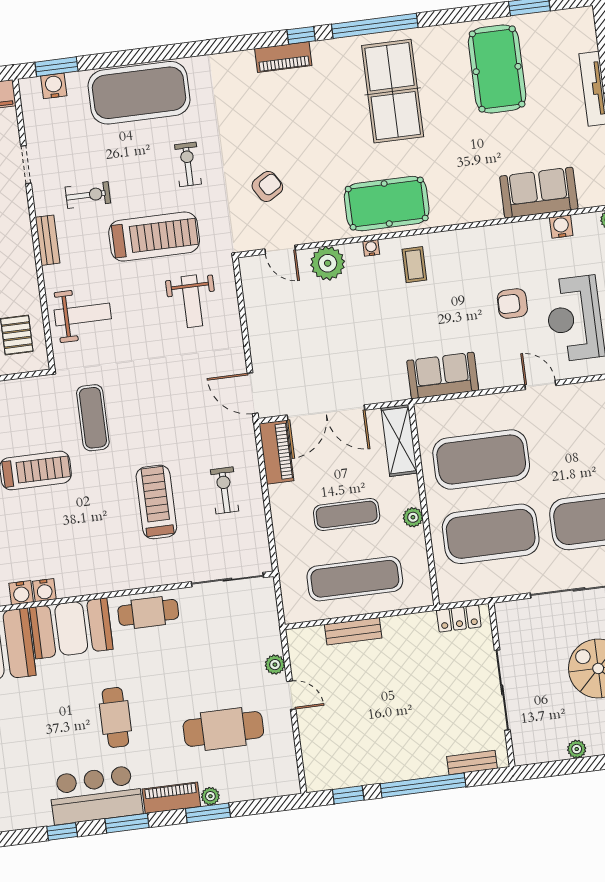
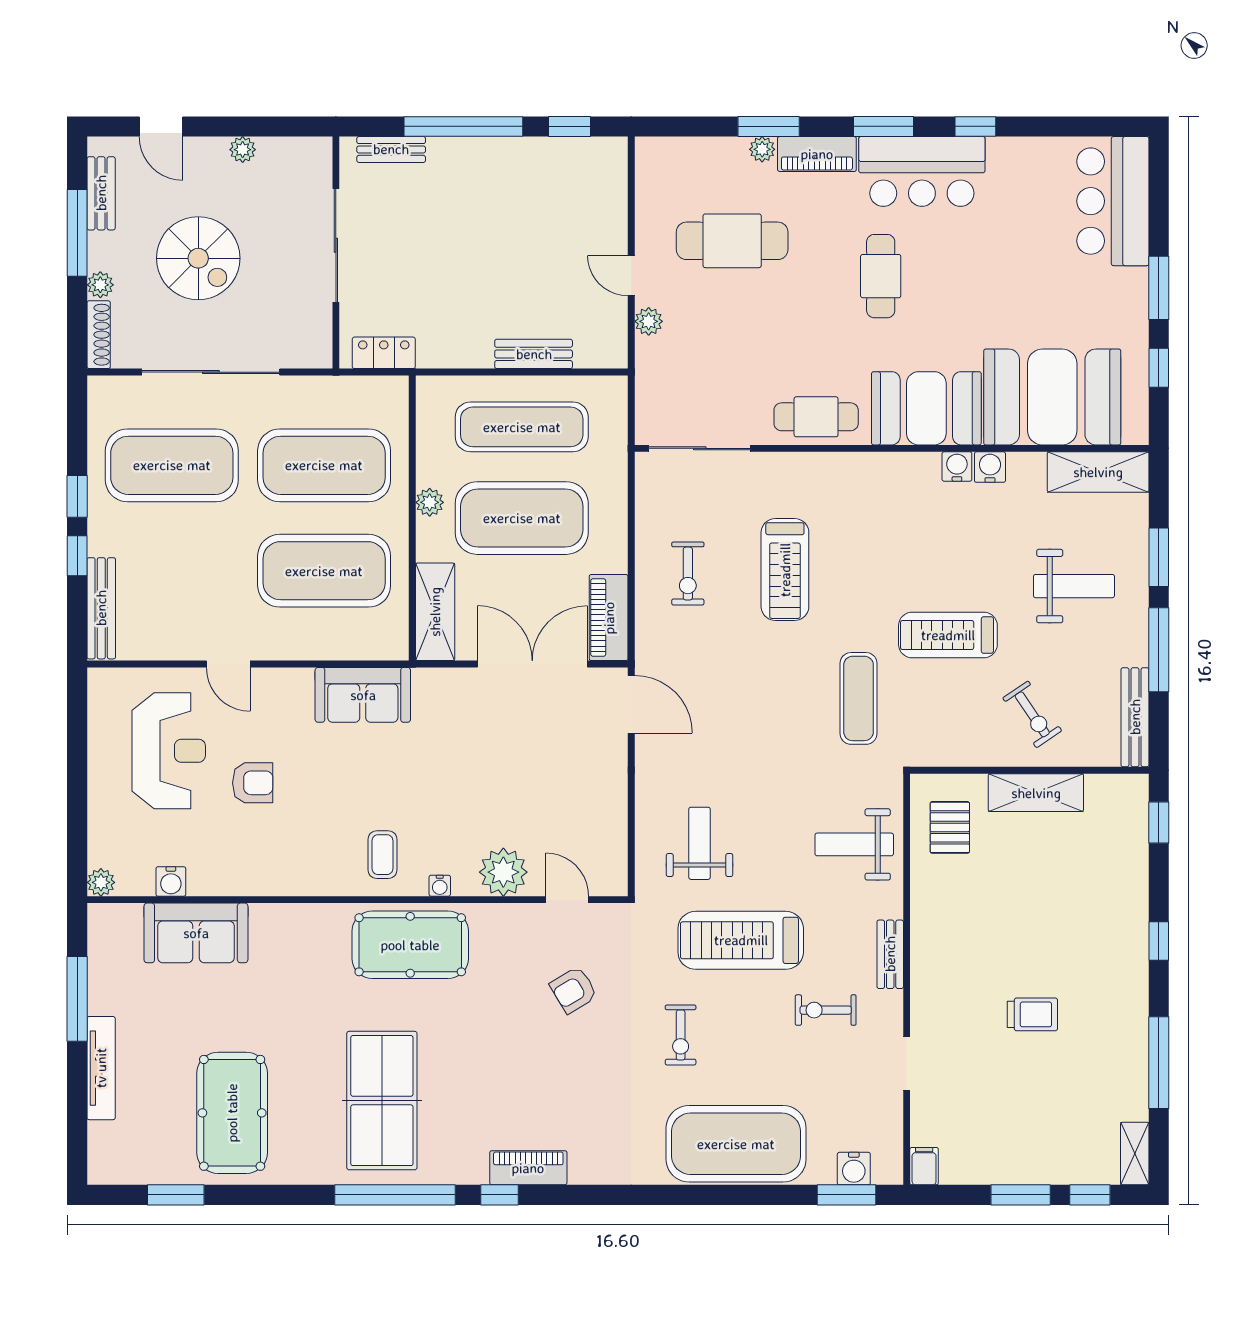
exercise mat: (347, 514) -> (522, 518), width x2.00, depth x1.45

